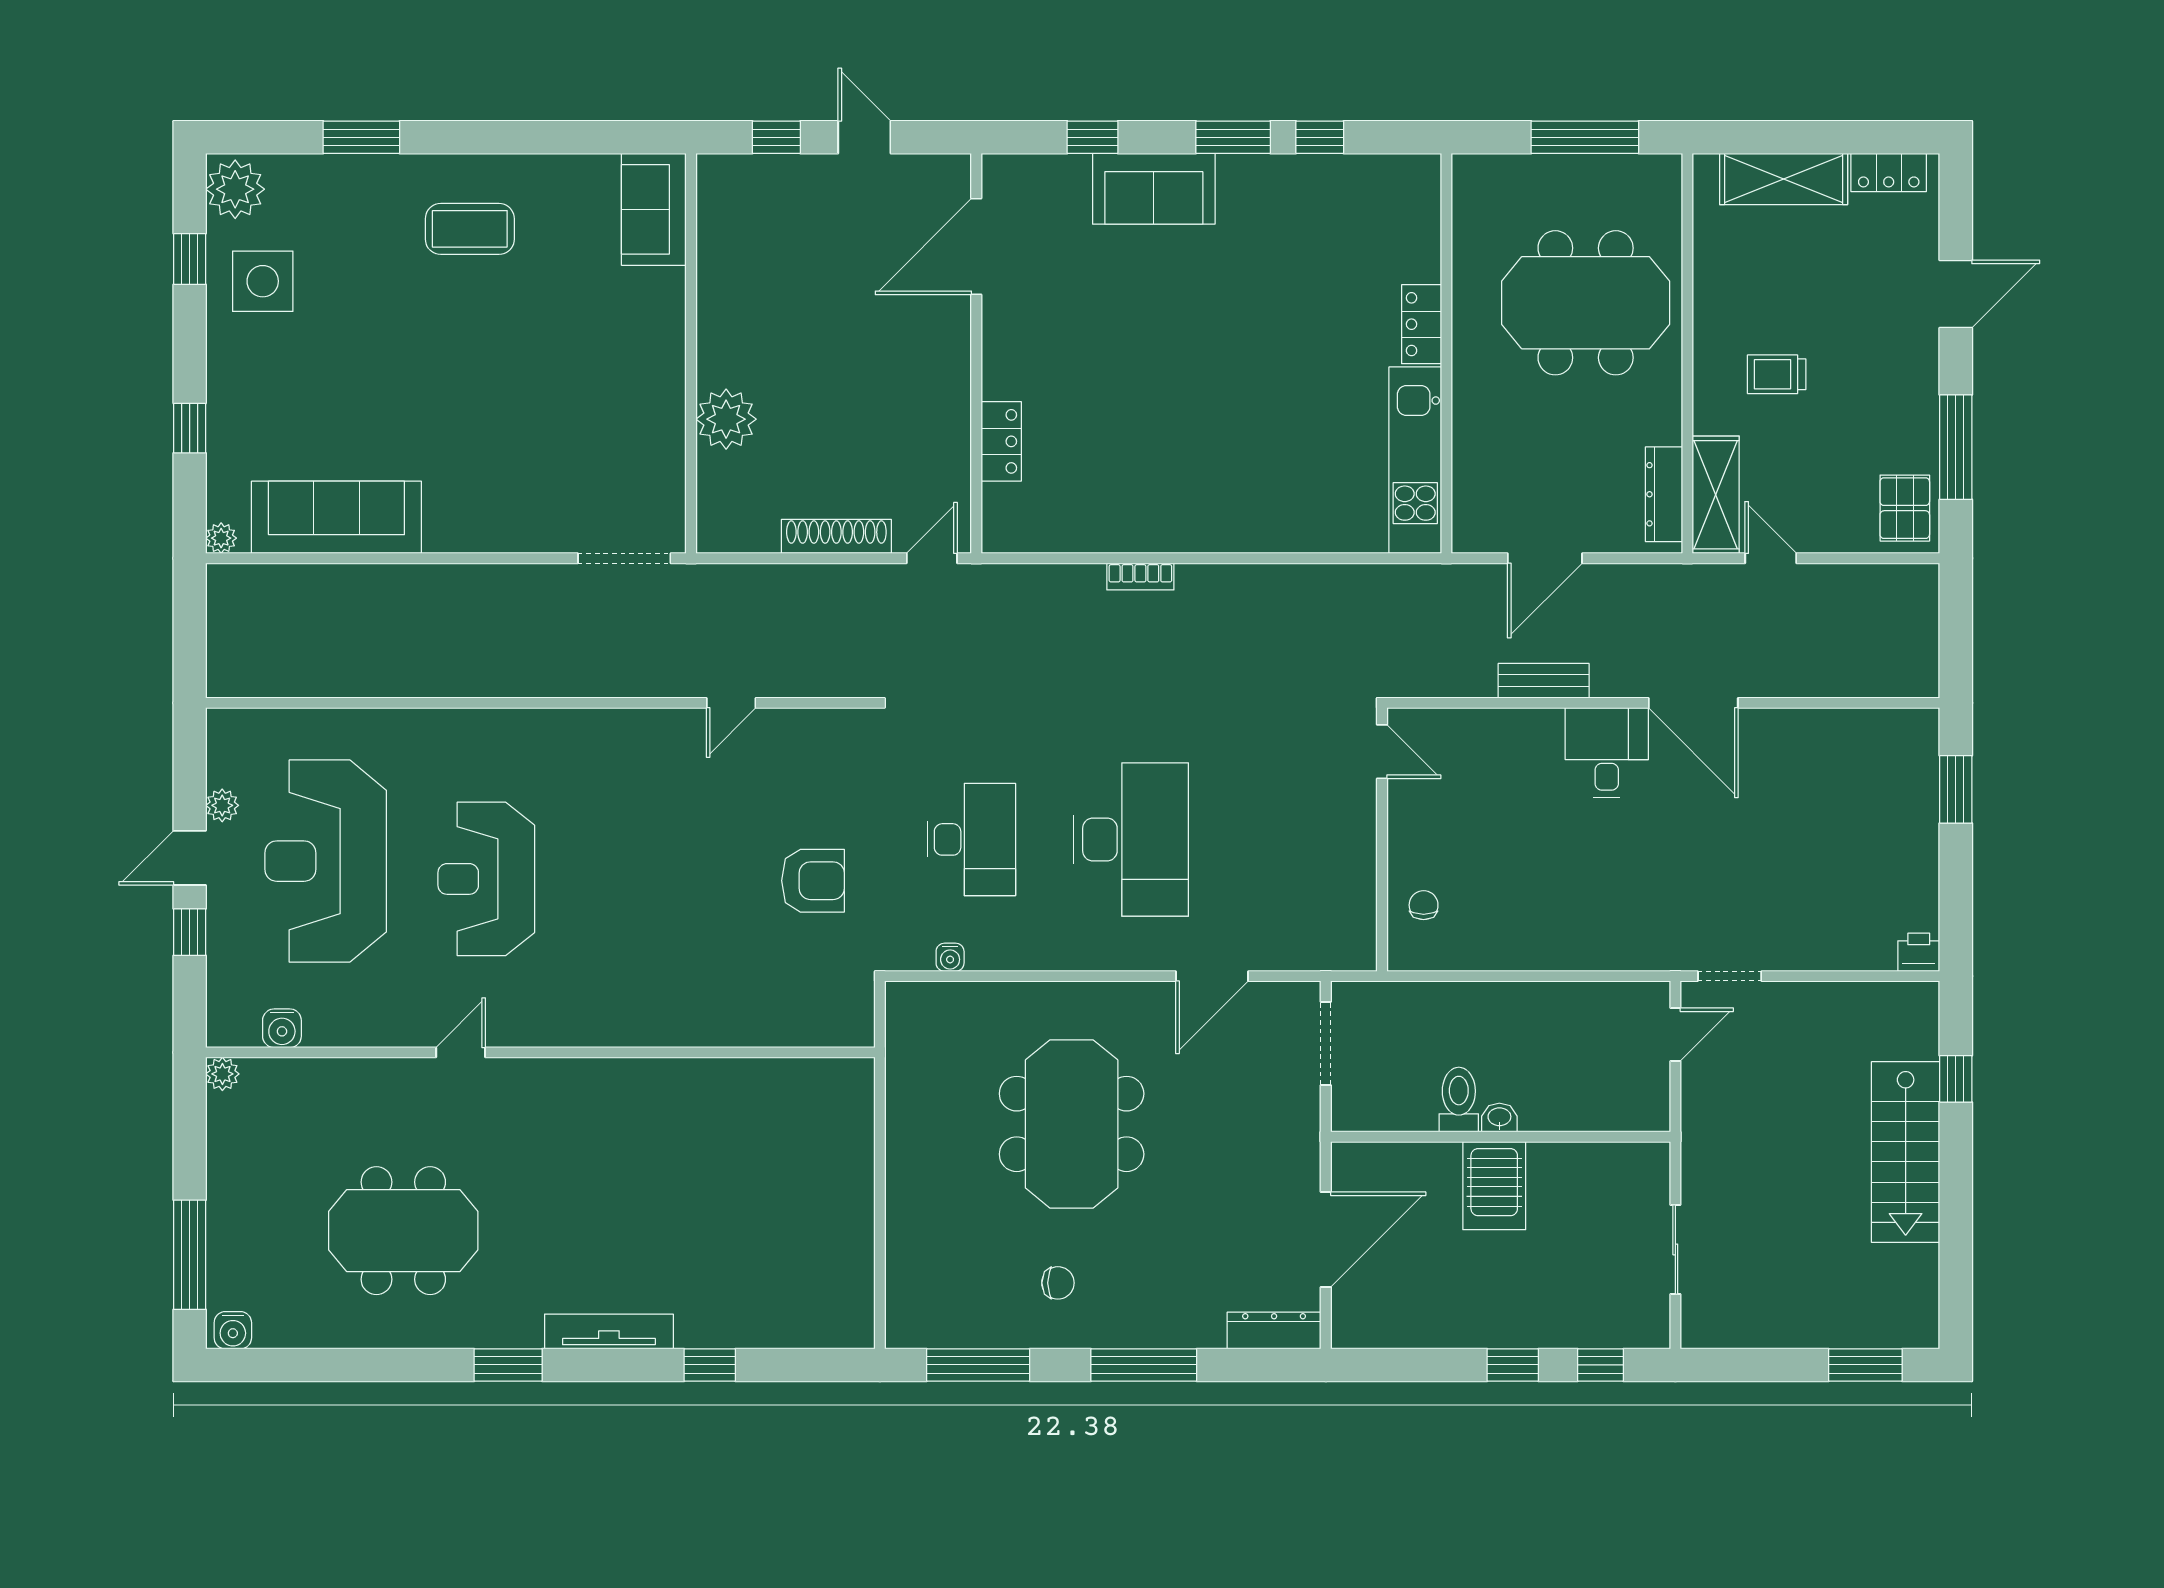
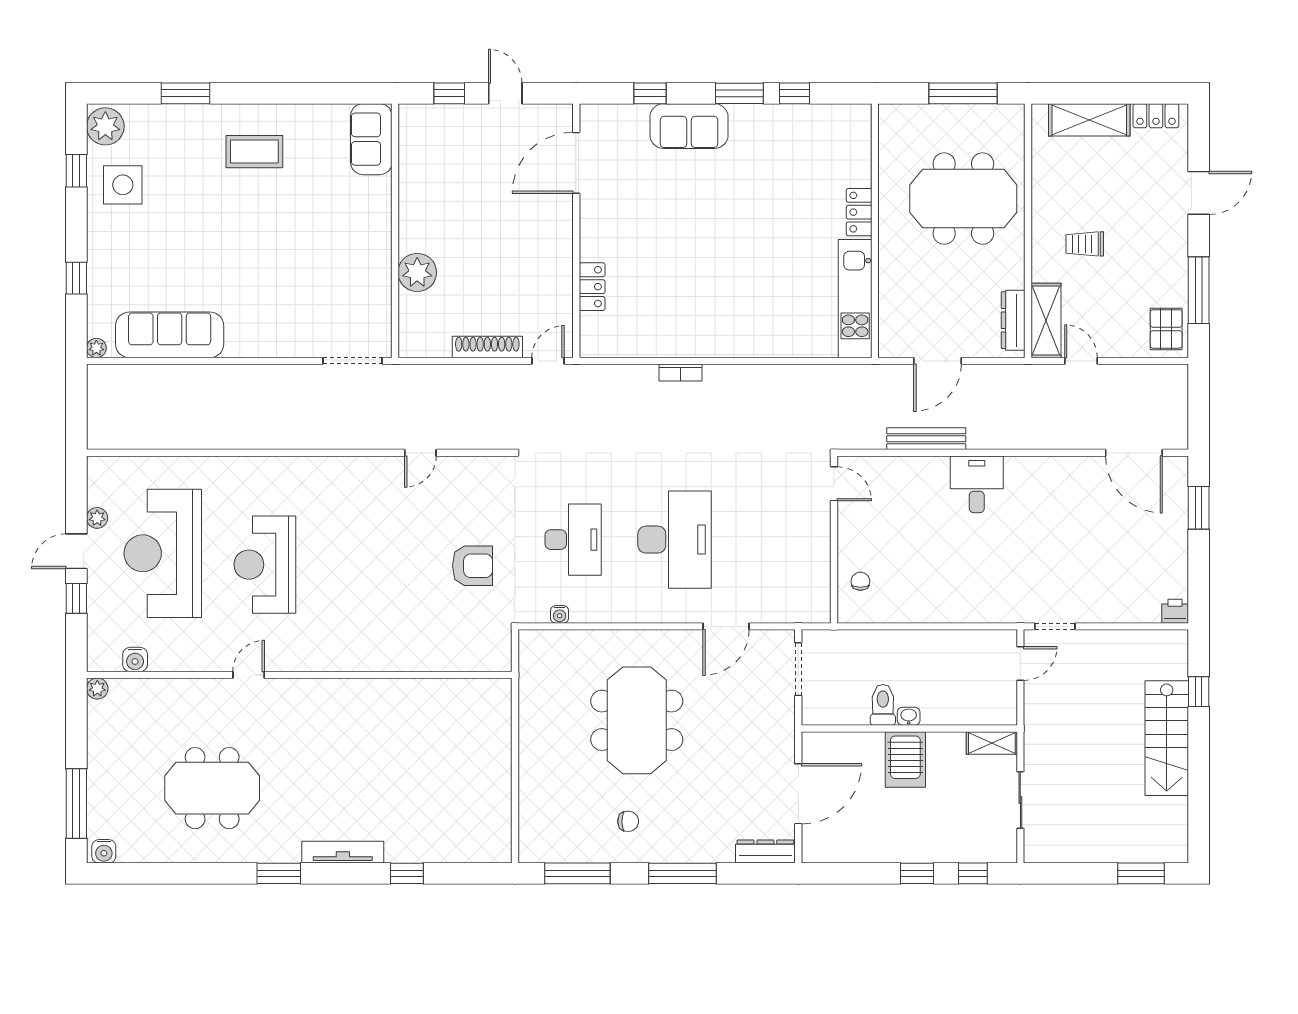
bench: (1544, 681) -> (926, 439), width x1.36
door: (1693, 703) -> (1134, 453), moved
shelving: (1630, 1160) -> (992, 743), added

